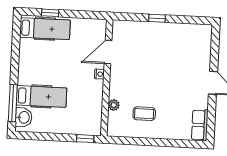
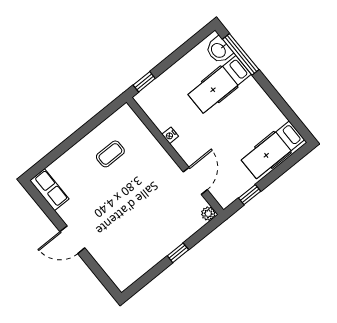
window: (50, 13) -> (250, 195), moved
nightstand: (99, 74) -> (170, 135), moved
plant: (114, 105) -> (208, 214), moved

